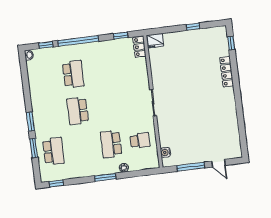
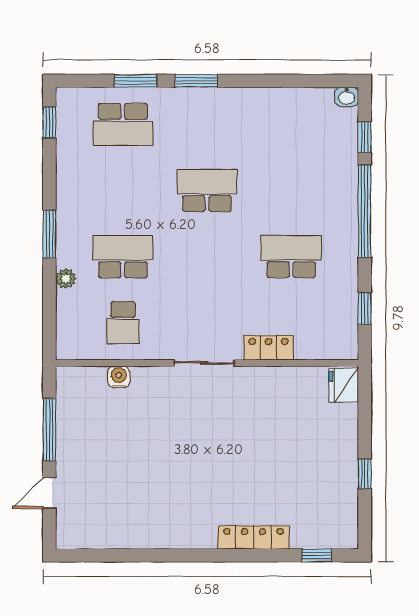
locker: (139, 47) -> (269, 348), moved
school desk: (73, 74) -> (291, 257), moved, turned 180
water cooler: (166, 152) -> (119, 377), moved

